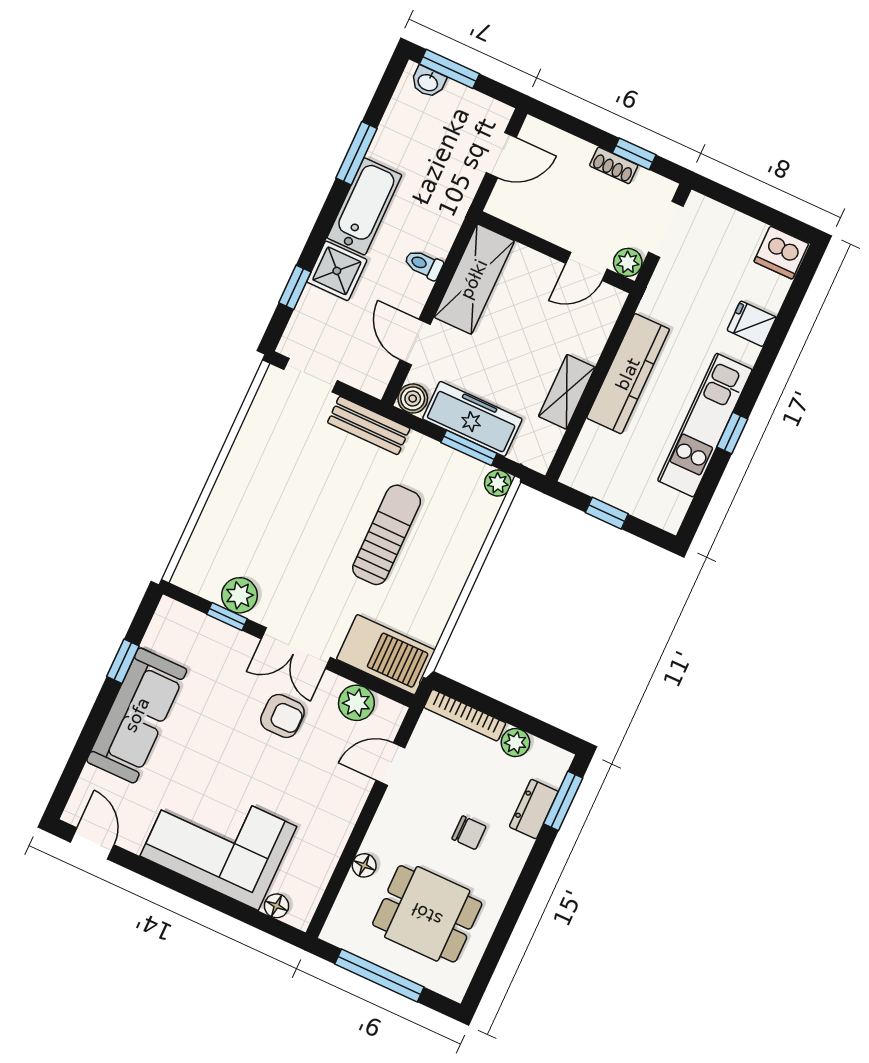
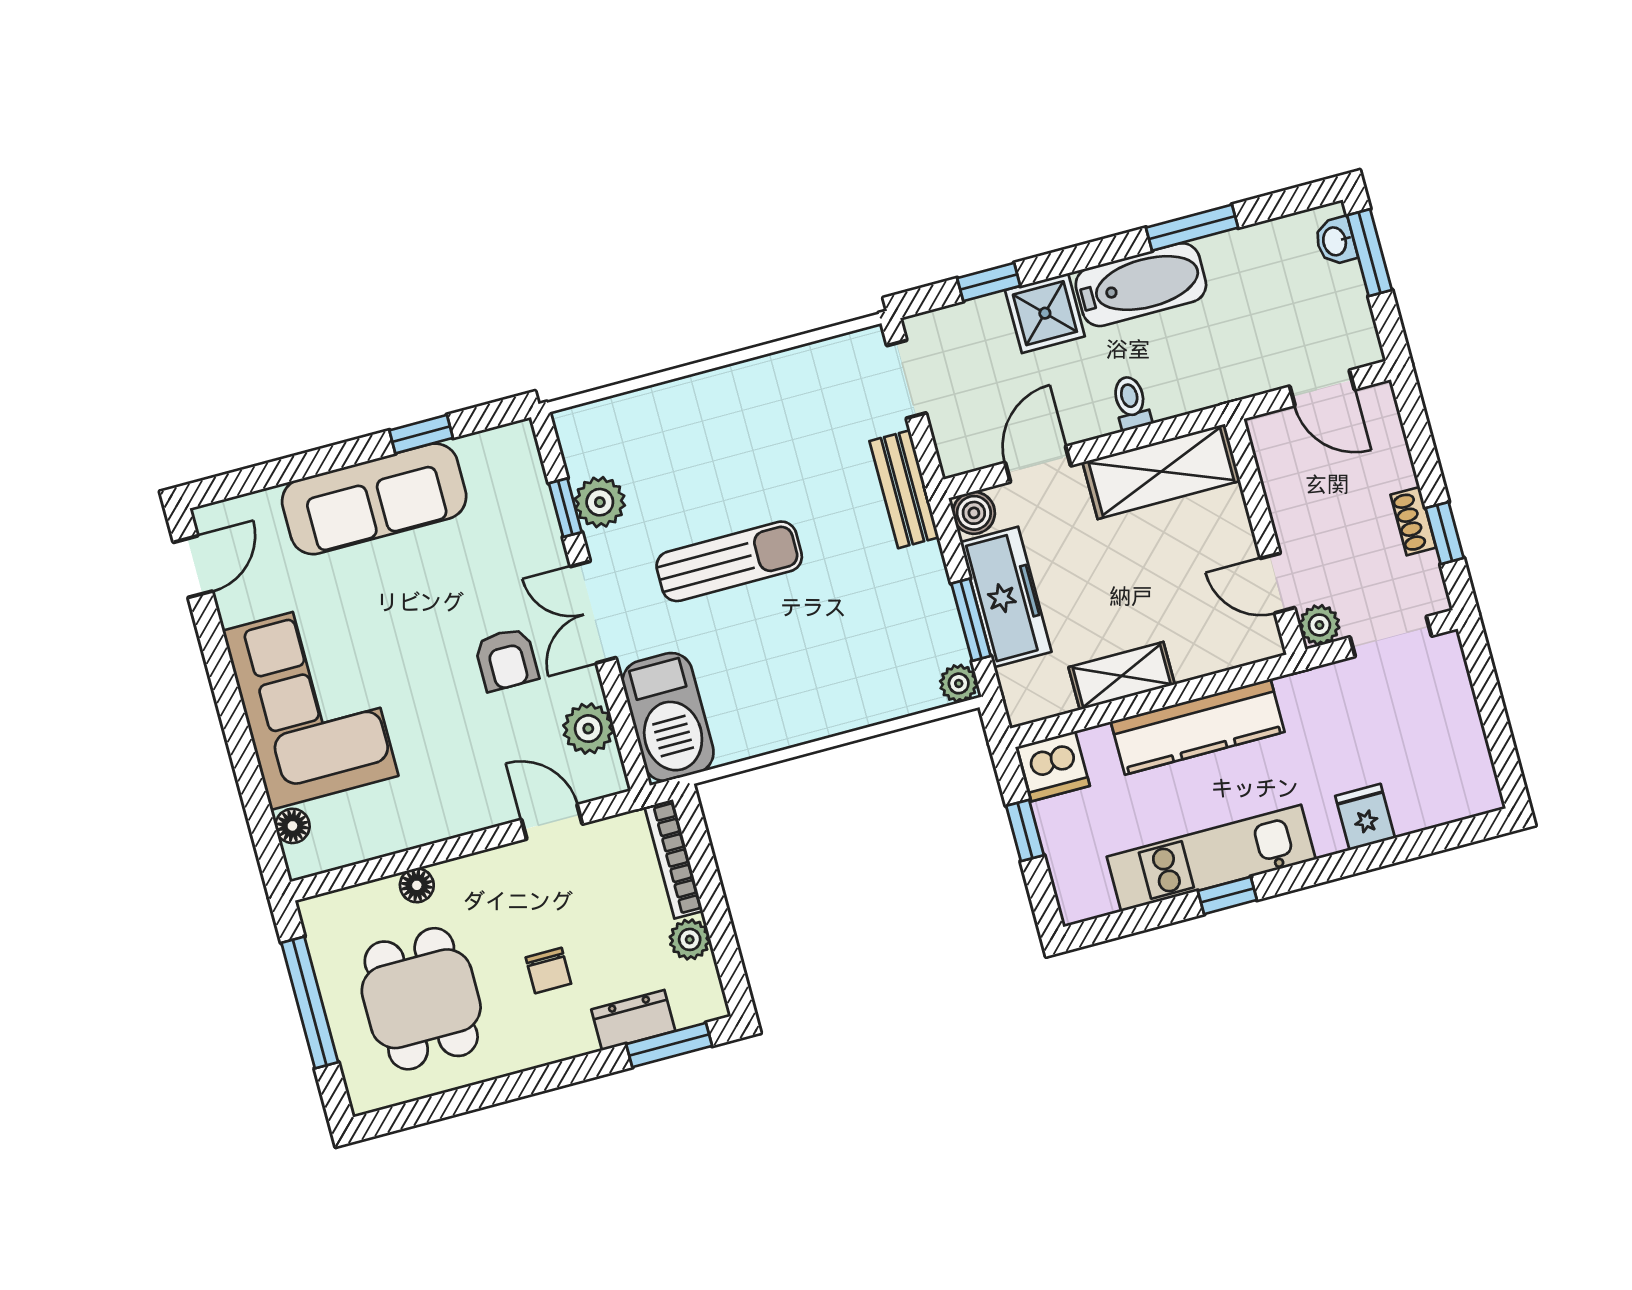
dishwasher: (781, 253) -> (1053, 766), moved, turned -90
sun lounger: (387, 535) -> (729, 561), moved

